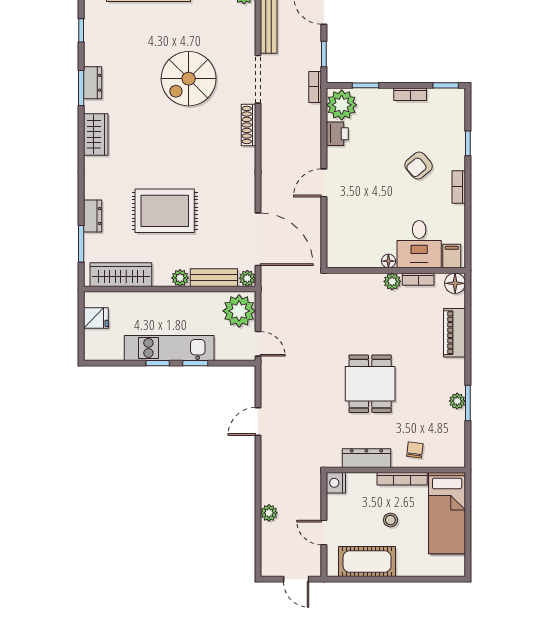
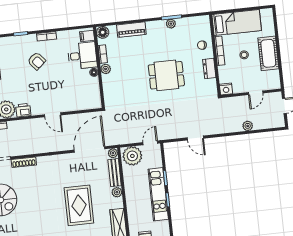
dresser: (366, 458) -> (209, 68), width x0.70
cot: (367, 562) -> (268, 53), moved

